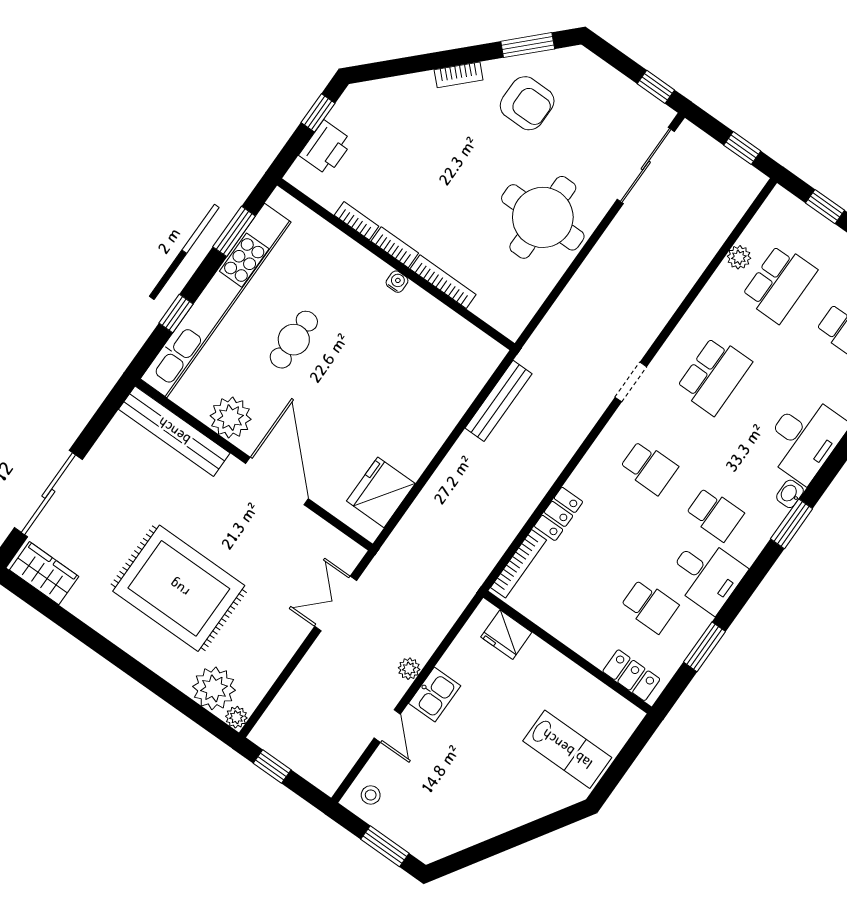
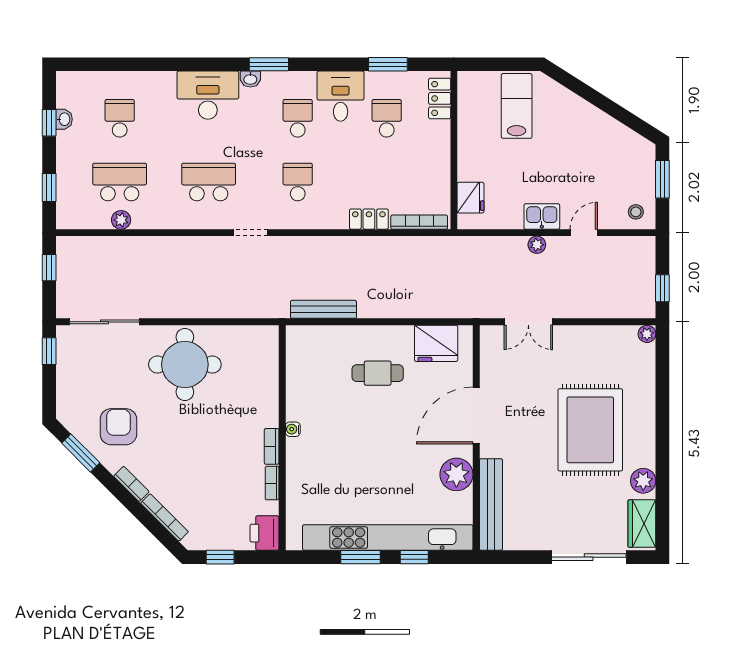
printer: (326, 148) -> (264, 533), moved, turned -90
window: (234, 231) -> (361, 557), moved
bookcase: (443, 282) -> (164, 517), moved, turned 135
cafe table: (294, 340) -> (378, 373), moved
plant: (214, 688) -> (643, 481), moved, width x0.73, depth x0.73

